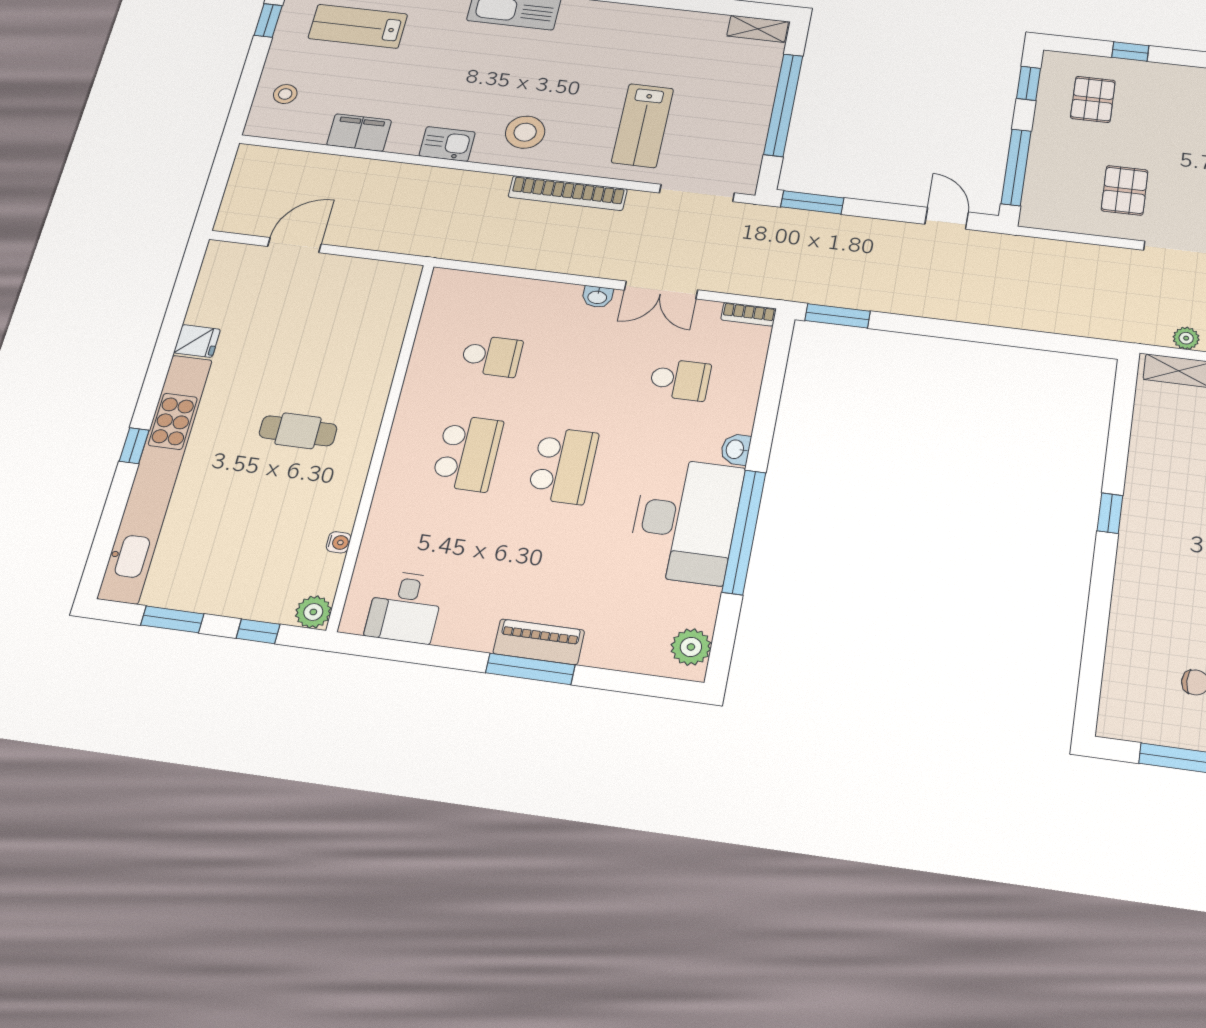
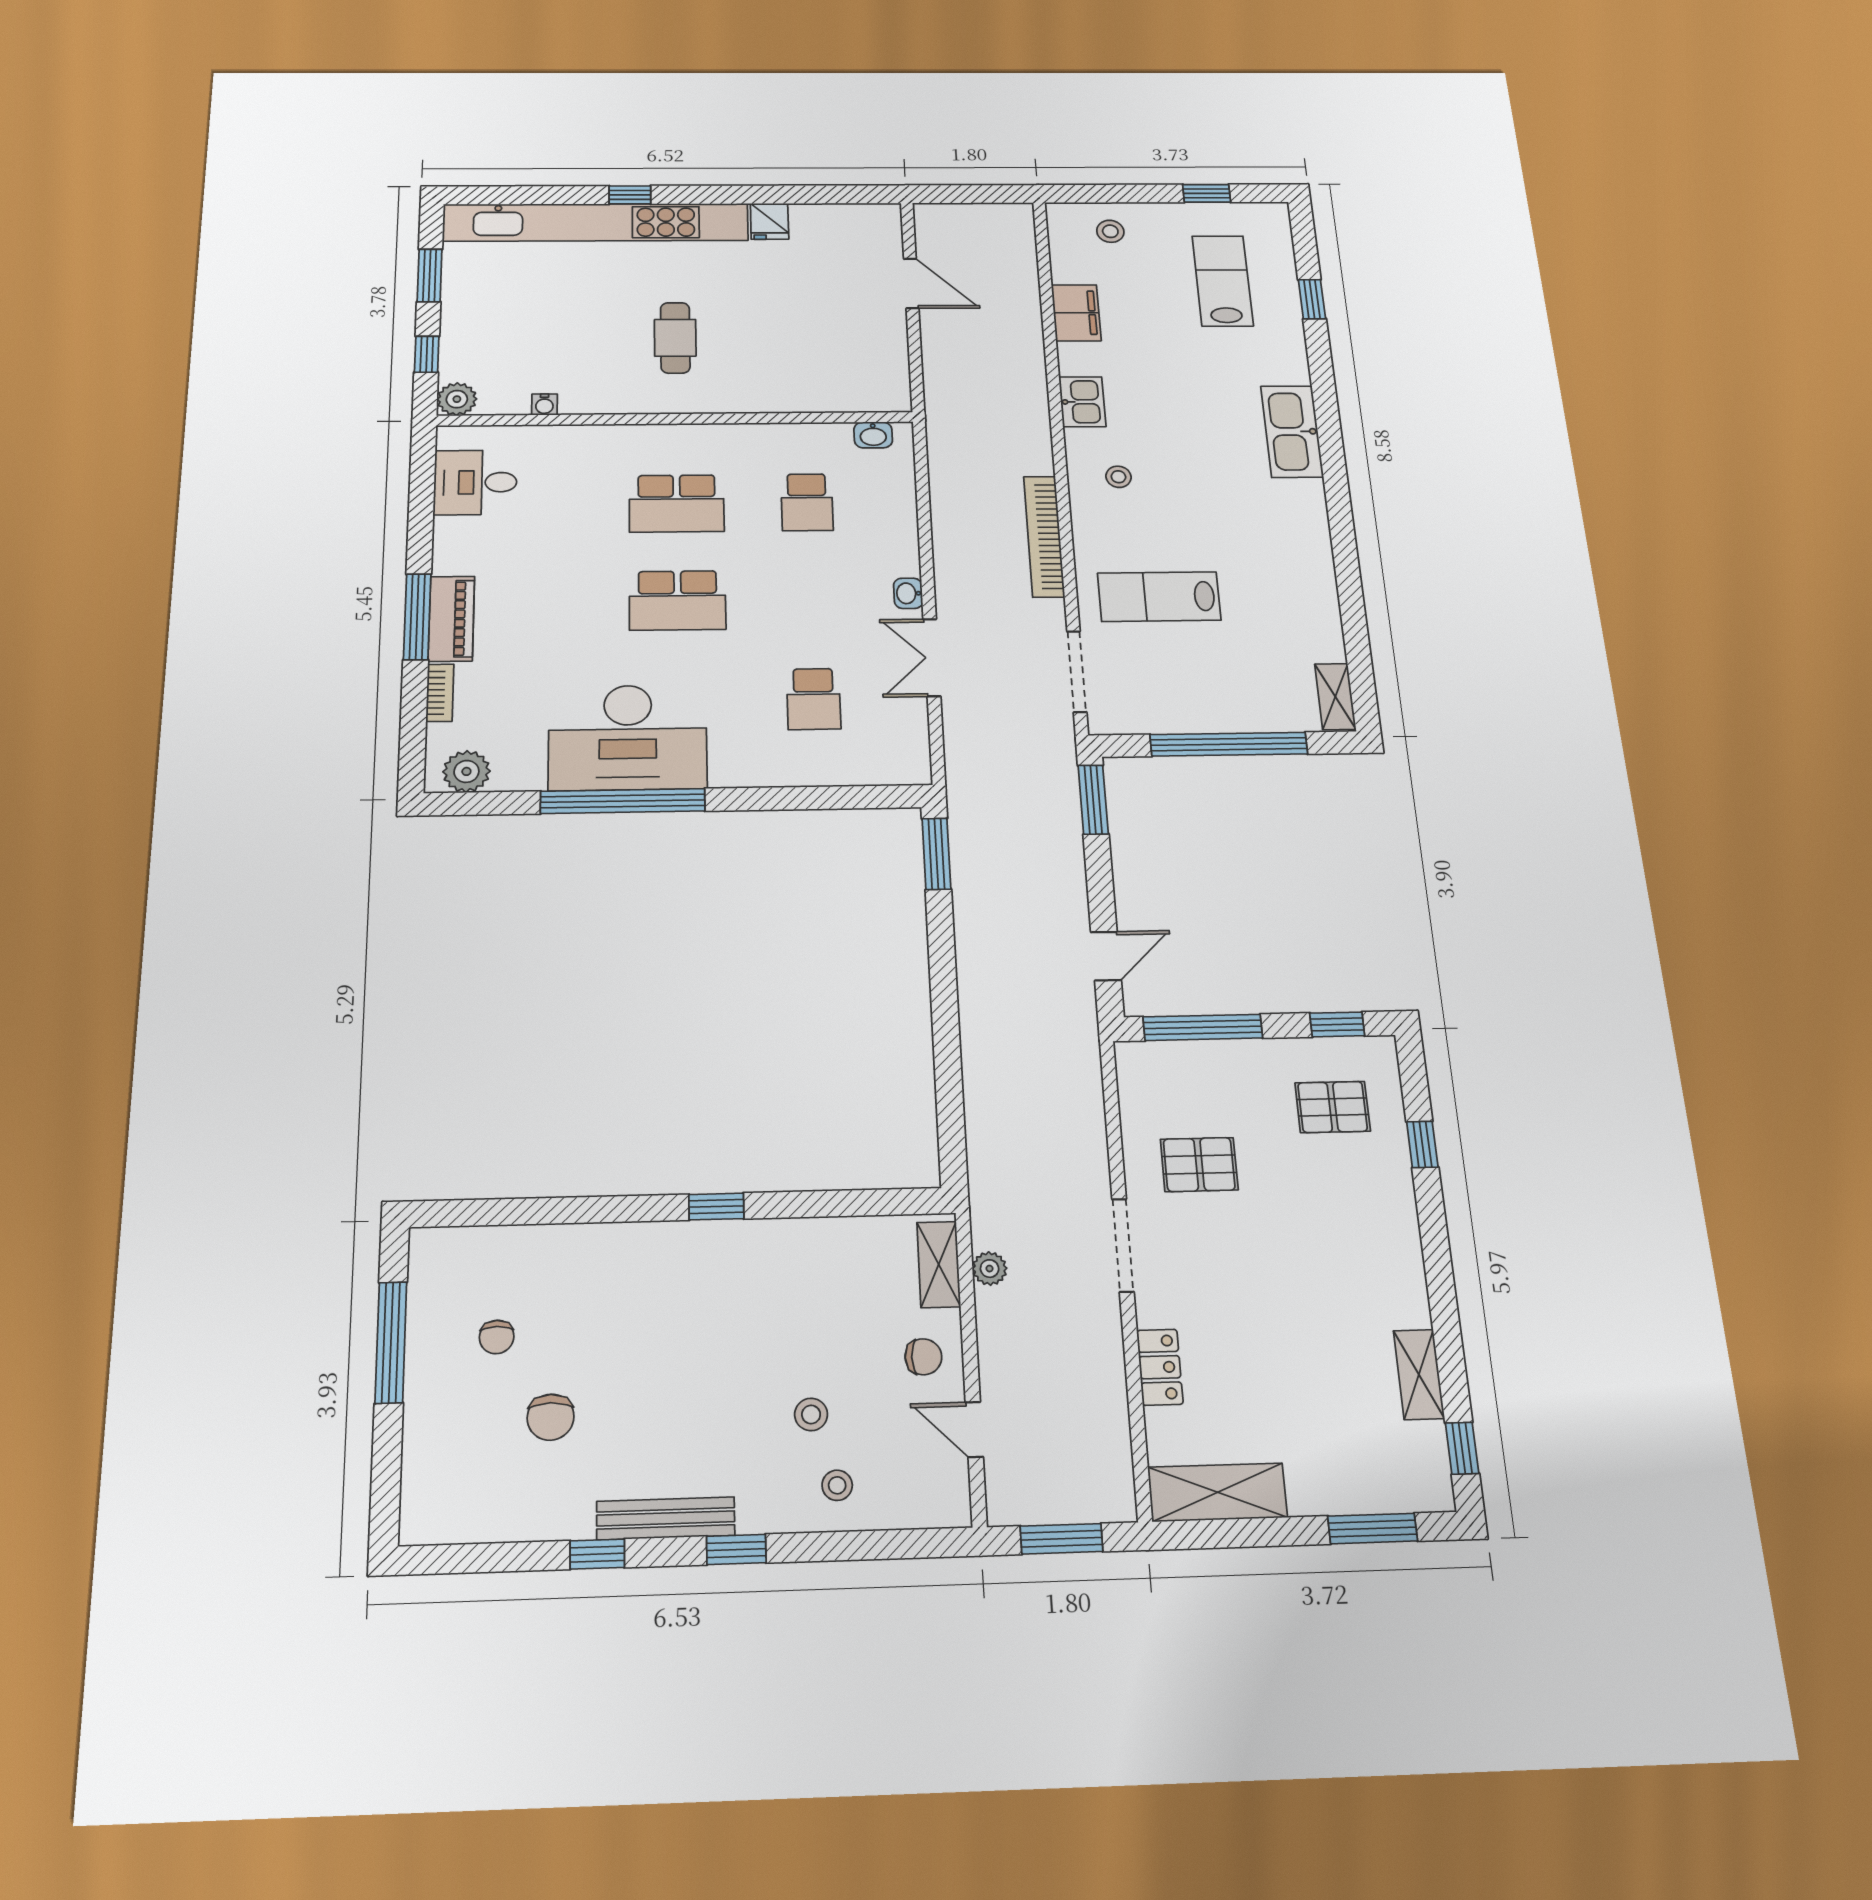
stool: (525, 132) -> (1118, 477), width x0.53, depth x0.53
bookcase: (748, 314) -> (440, 693), moved, turned 180
washbasin: (736, 449) -> (873, 435), moved, turned 180

